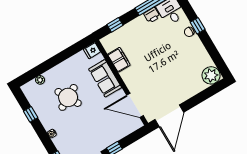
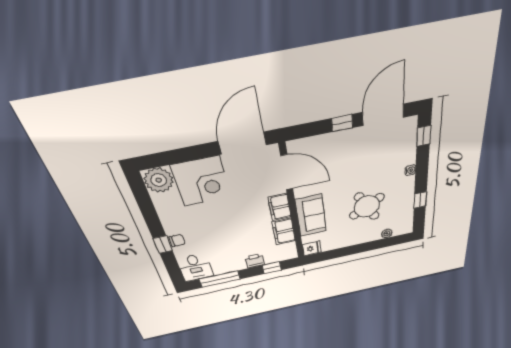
printer: (152, 15) -> (255, 261), moved
filing cabinet: (130, 79) -> (280, 207), added
corner desk: (186, 83) -> (201, 181), added

